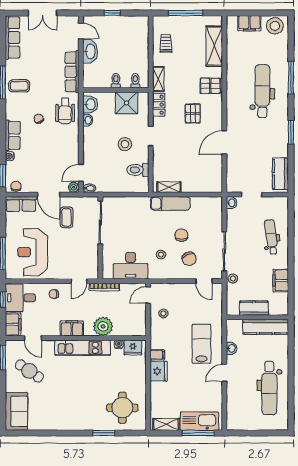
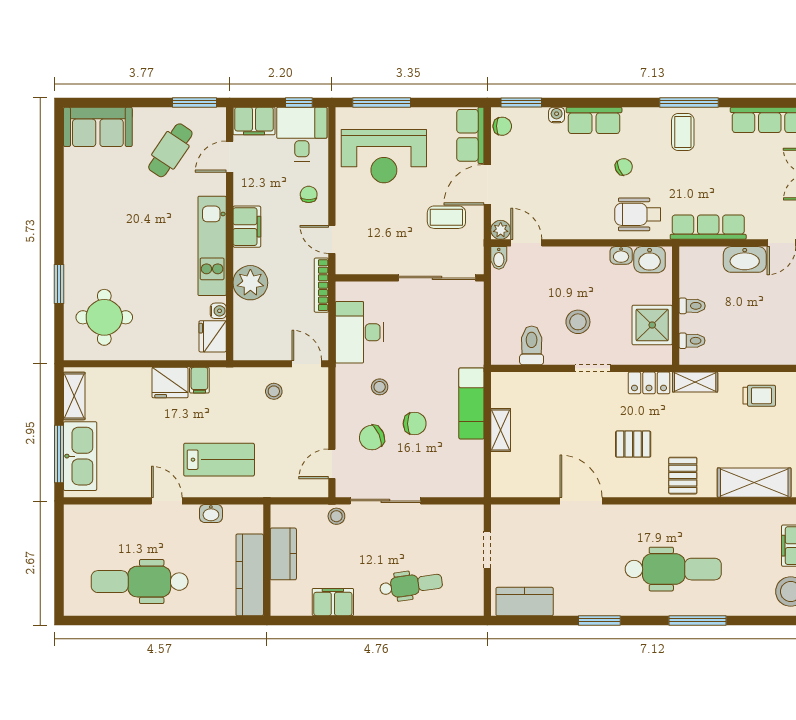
shelving: (169, 187) -> (501, 430), moved
washbasin: (231, 203) -> (473, 513), removed
reception desk: (33, 252) -> (384, 156), turned 180

